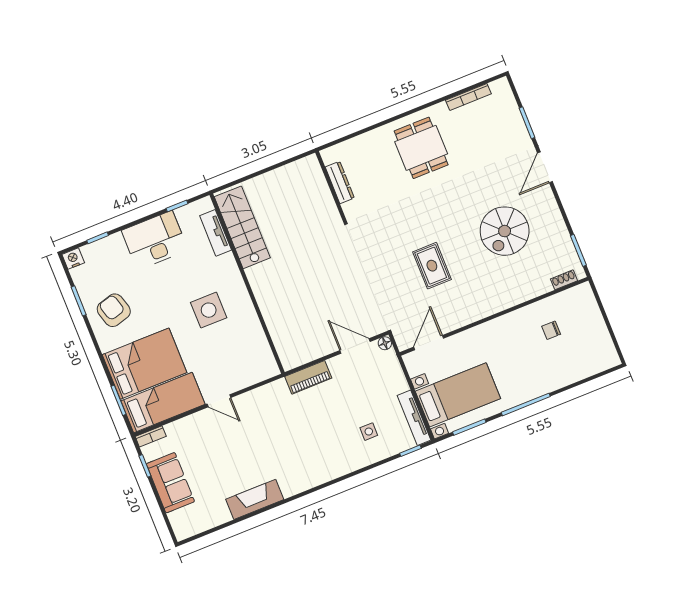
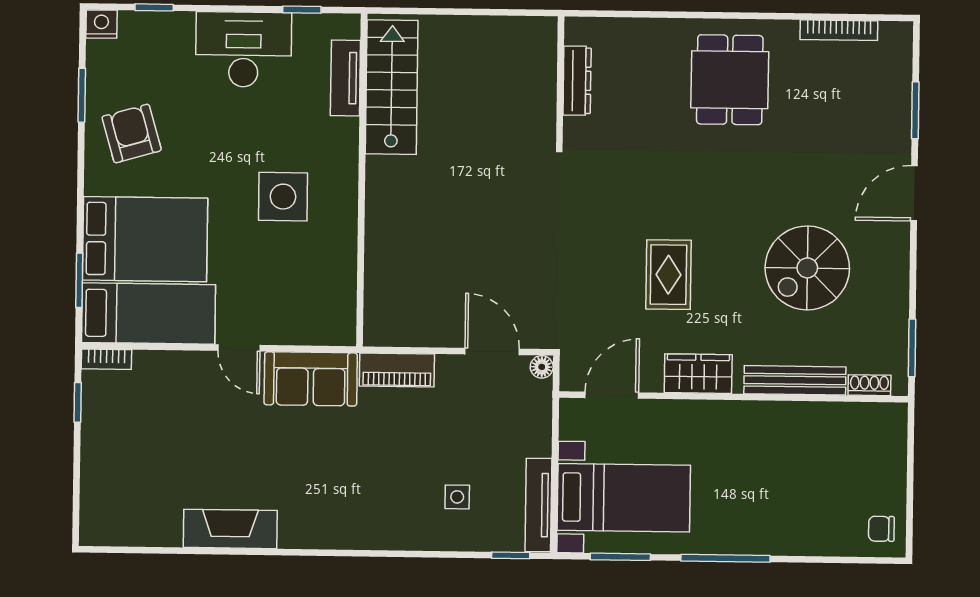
bench: (523, 294) -> (795, 380), added
wardrobe: (470, 312) -> (698, 374), added
chair: (551, 330) -> (881, 529), moved
sofa: (170, 483) -> (311, 379), moved, turned 90

